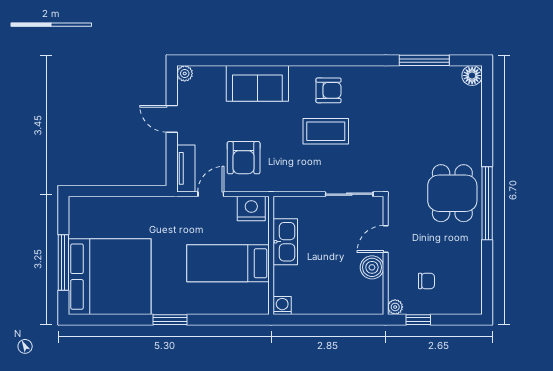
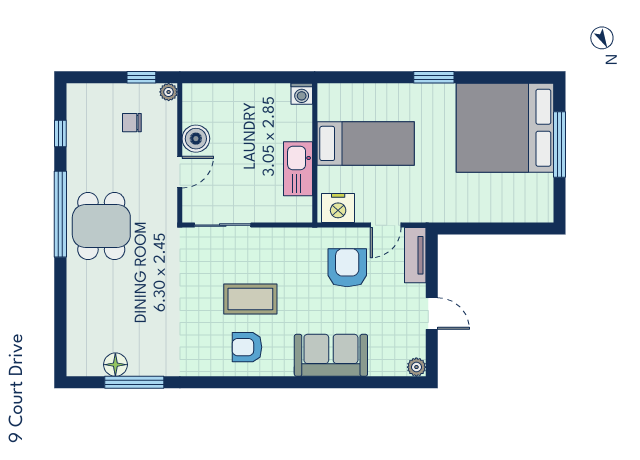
floor lamp: (472, 76) -> (115, 365), moved
window: (487, 272) -> (60, 134), added

